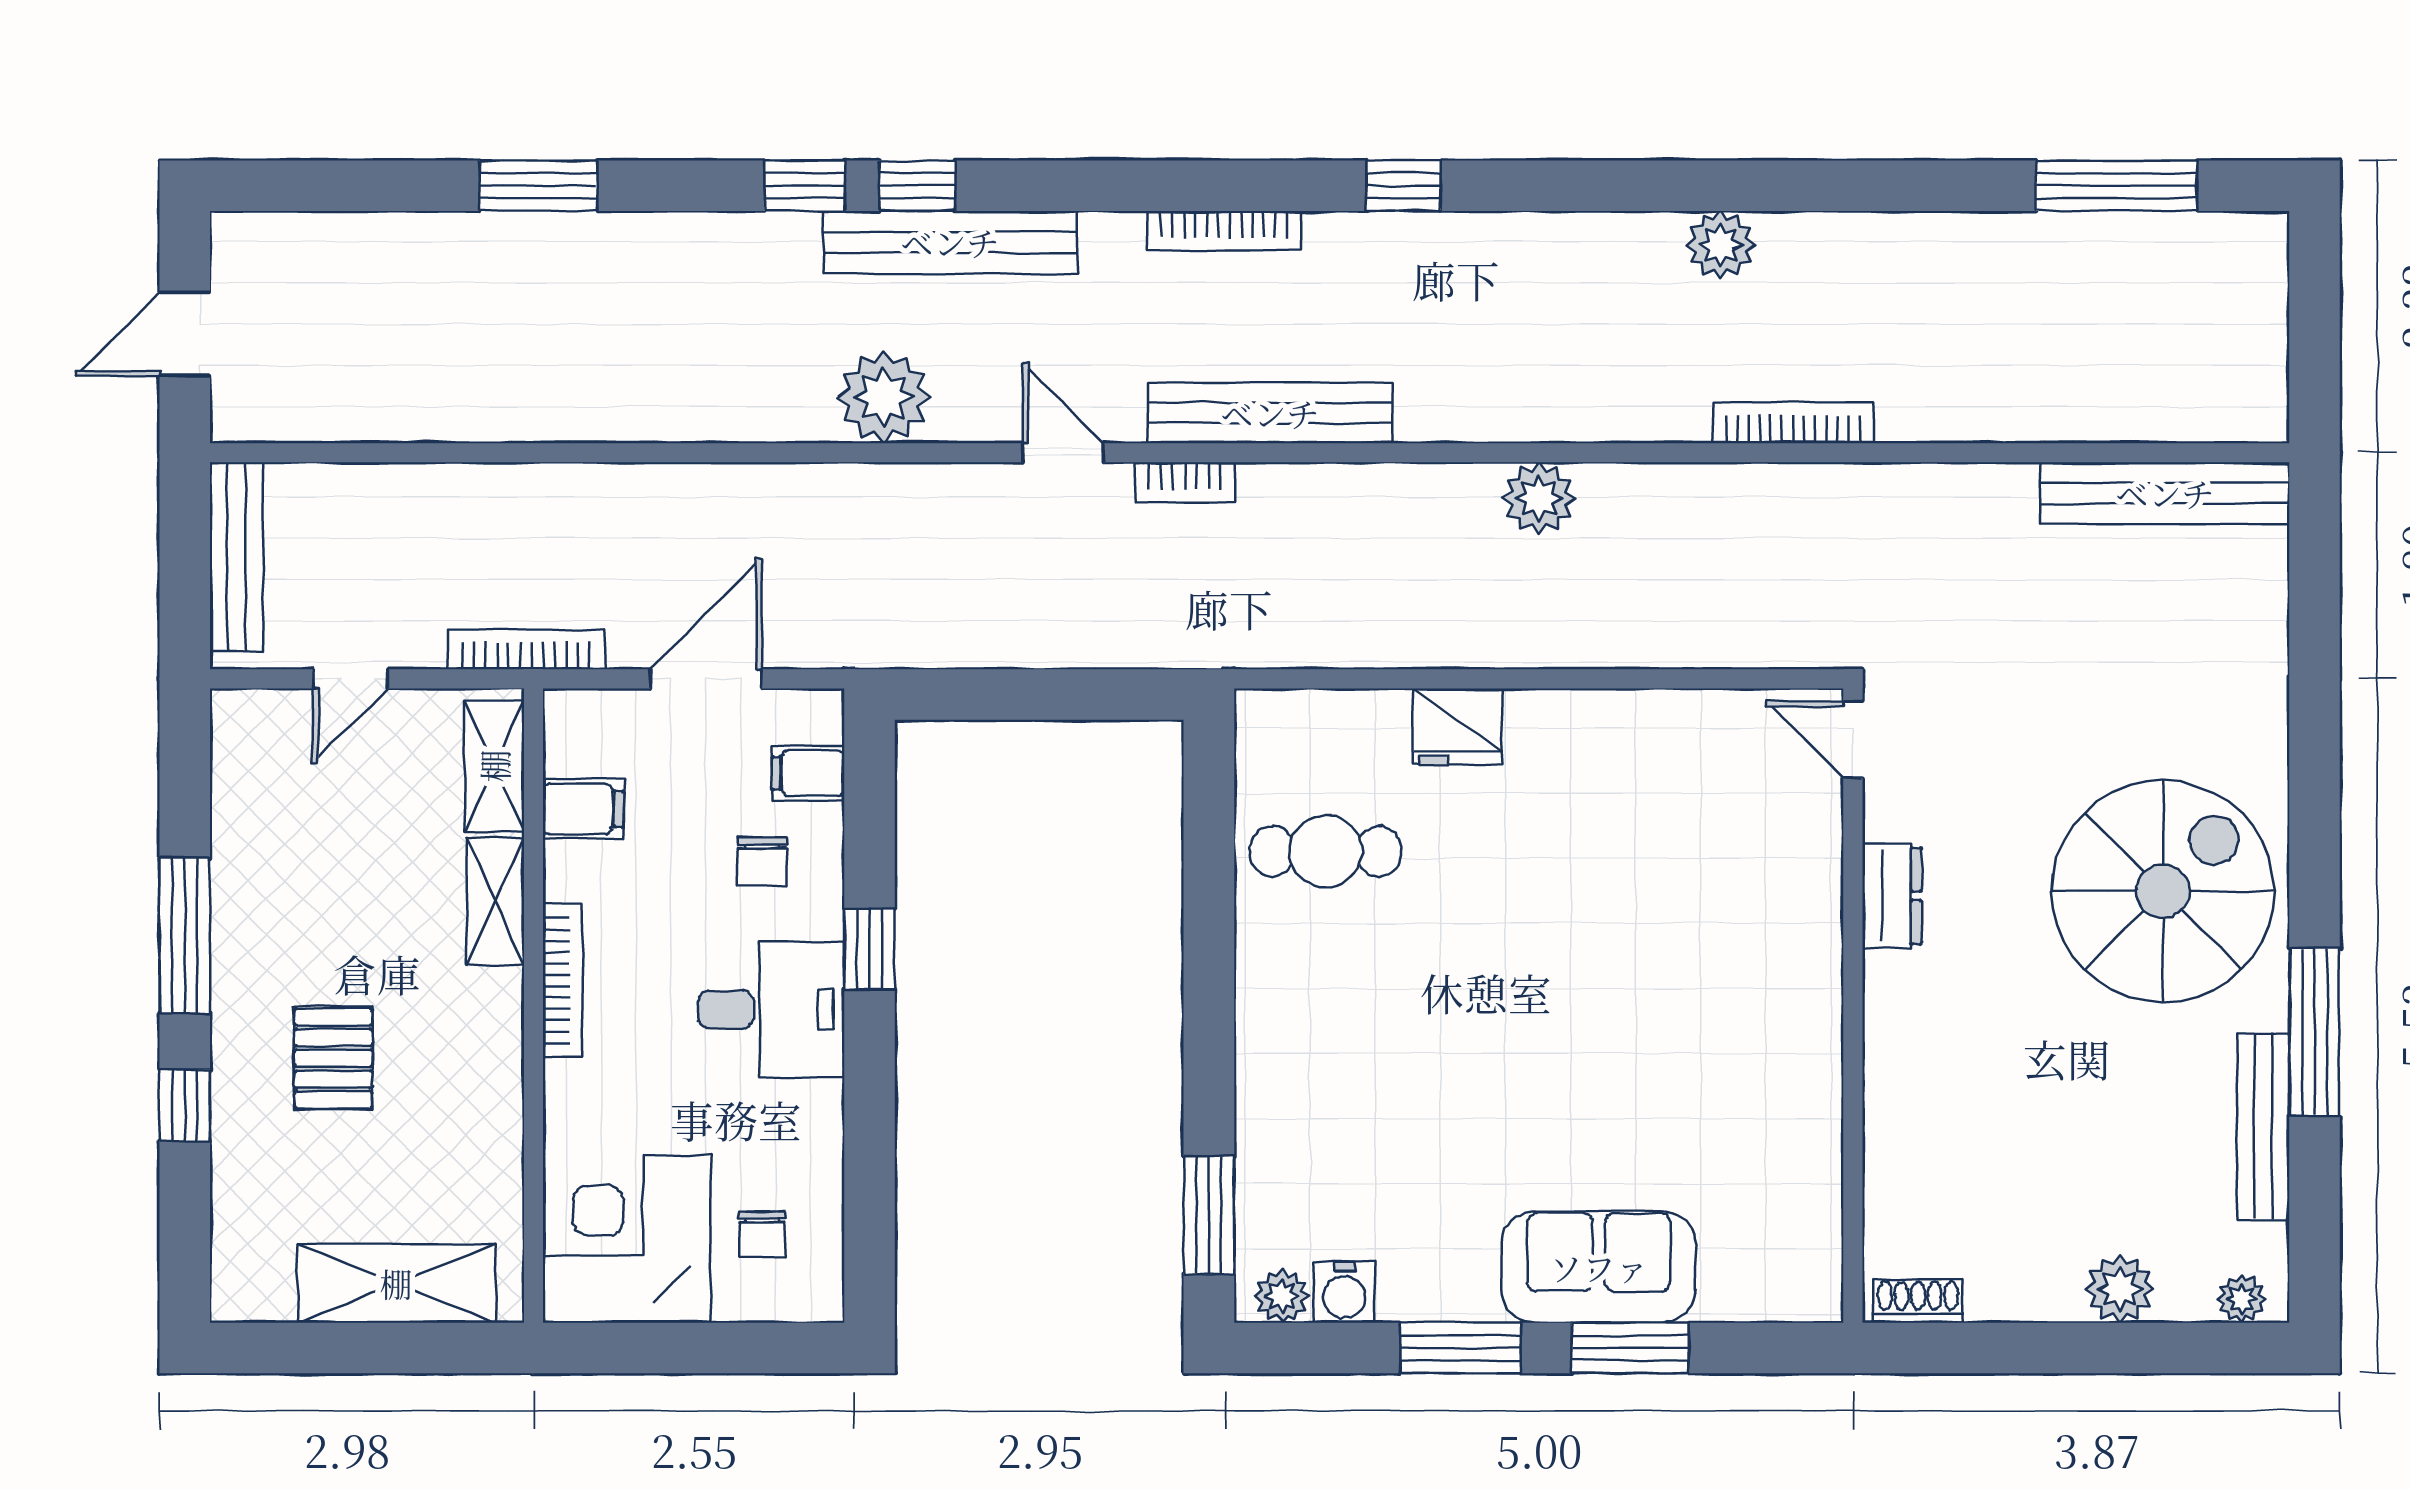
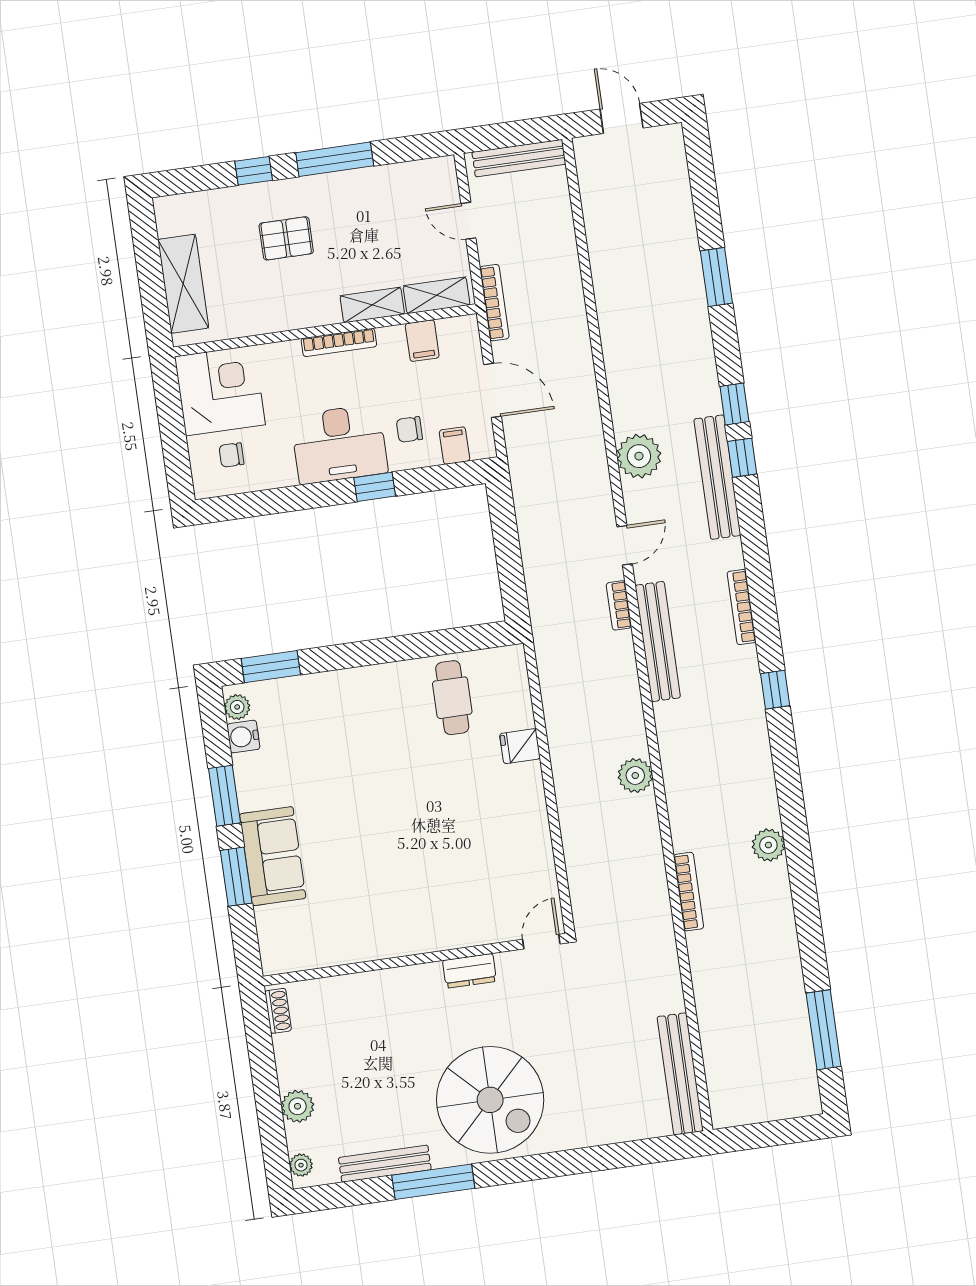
fridge: (1457, 727) -> (520, 746), width x0.72
desk: (771, 1010) -> (339, 444), width x1.37

